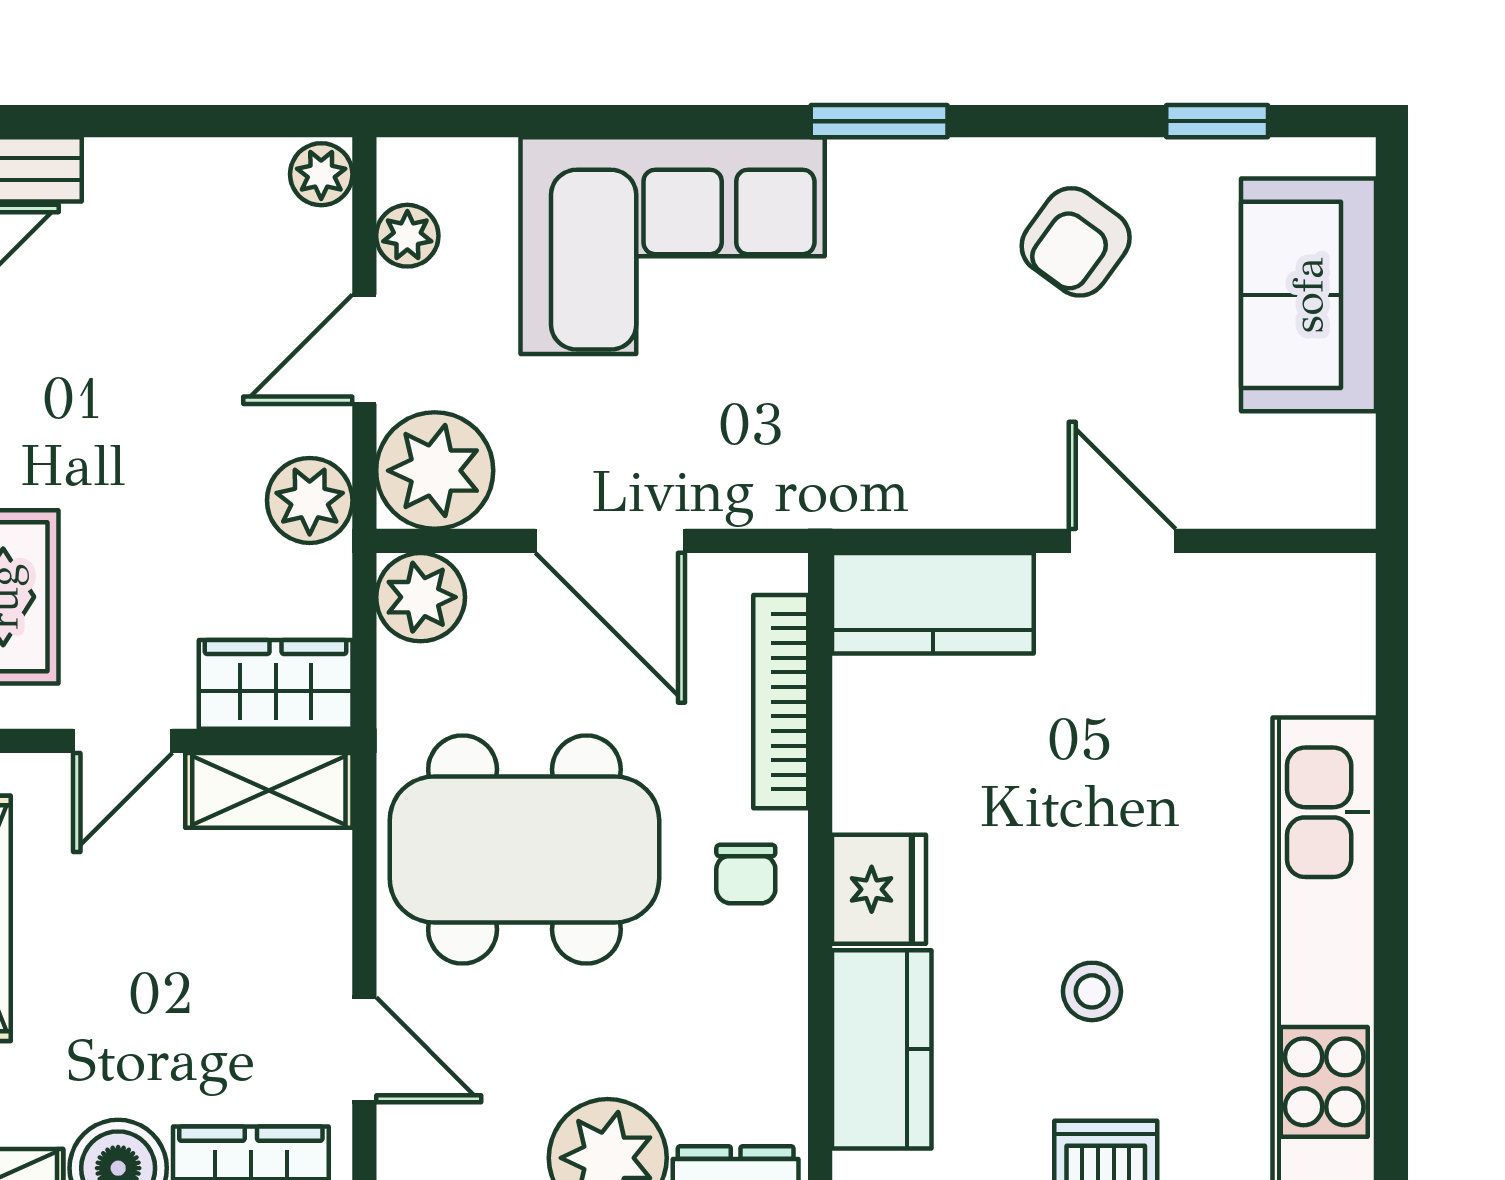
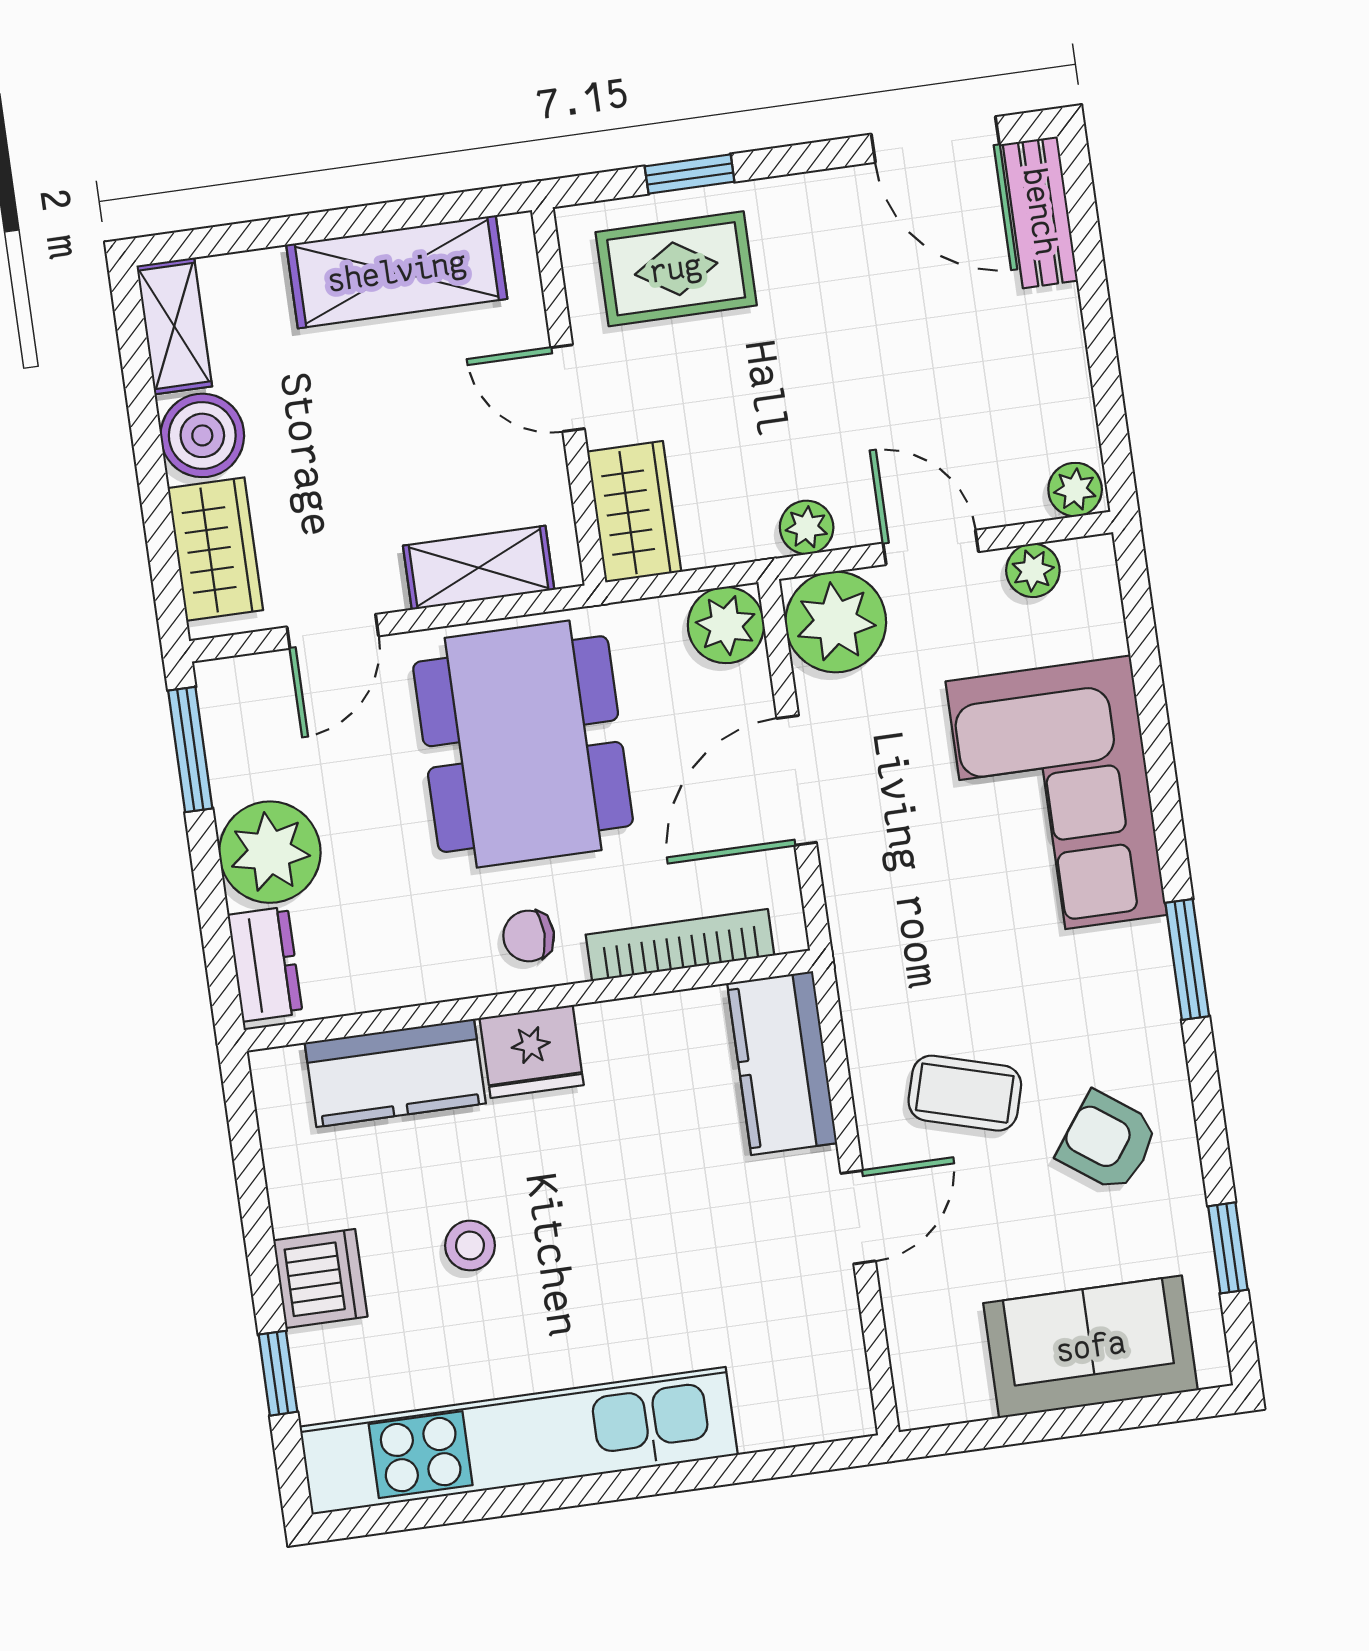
coffee table: (997, 398) -> (965, 1093), added
plant: (310, 500) -> (807, 527), width x0.73, depth x0.73
shelving: (269, 790) -> (479, 568), moved, turned 90

